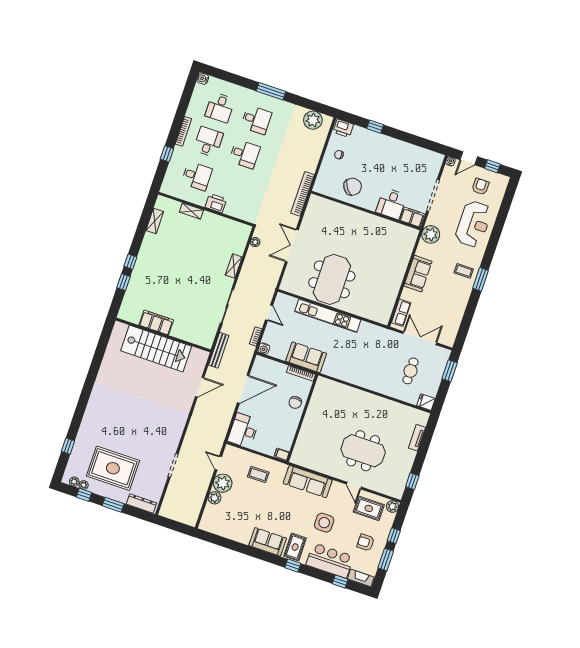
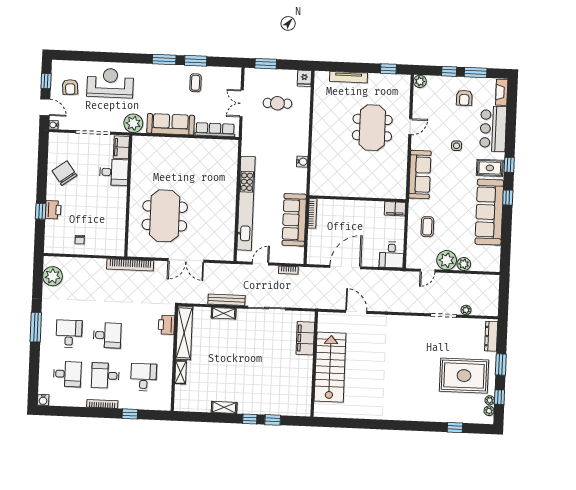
printer: (343, 128) -> (53, 210), moved
desk: (245, 154) -> (107, 335), turned 90
chair: (353, 187) -> (64, 173), moved
armchair: (480, 187) -> (70, 87), turned -94
printer: (216, 203) -> (166, 325), moved
shelving: (155, 221) -> (224, 407), moved
shelving: (226, 225) -> (184, 333), added
plant: (255, 242) -> (466, 310), moved
coffee table: (464, 271) -> (195, 83), moved
sofa: (418, 274) -> (171, 124), width x1.36
meeting table: (332, 279) -> (165, 216), moved, turned 90
window: (471, 308) -> (196, 61), added
row of seats: (401, 313) -> (215, 130), width x1.48
kitchen unit: (328, 316) -> (246, 203), width x1.36
filing cabinet: (156, 323) -> (305, 338), moved
double door: (420, 338) -> (242, 103), width x0.73
water cooler: (264, 349) -> (302, 162), moved
bench: (219, 350) -> (226, 300), moved
sofa: (306, 357) -> (294, 220), width x1.36
door: (243, 389) -> (345, 267), hinge flipped
chair: (295, 402) -> (344, 211), removed
desk: (243, 430) -> (392, 255), width x0.73
tv unit: (417, 438) -> (349, 77), width x1.41
filing cabinet: (282, 454) -> (395, 209), width x2.00
rug: (113, 468) -> (464, 376), turned 90
rug: (369, 508) -> (429, 105), removed
side table: (324, 523) -> (457, 146), width x0.54, depth x0.54
sofa: (268, 542) -> (489, 212), width x1.85, depth x1.27
window: (340, 581) -> (508, 198), moved

